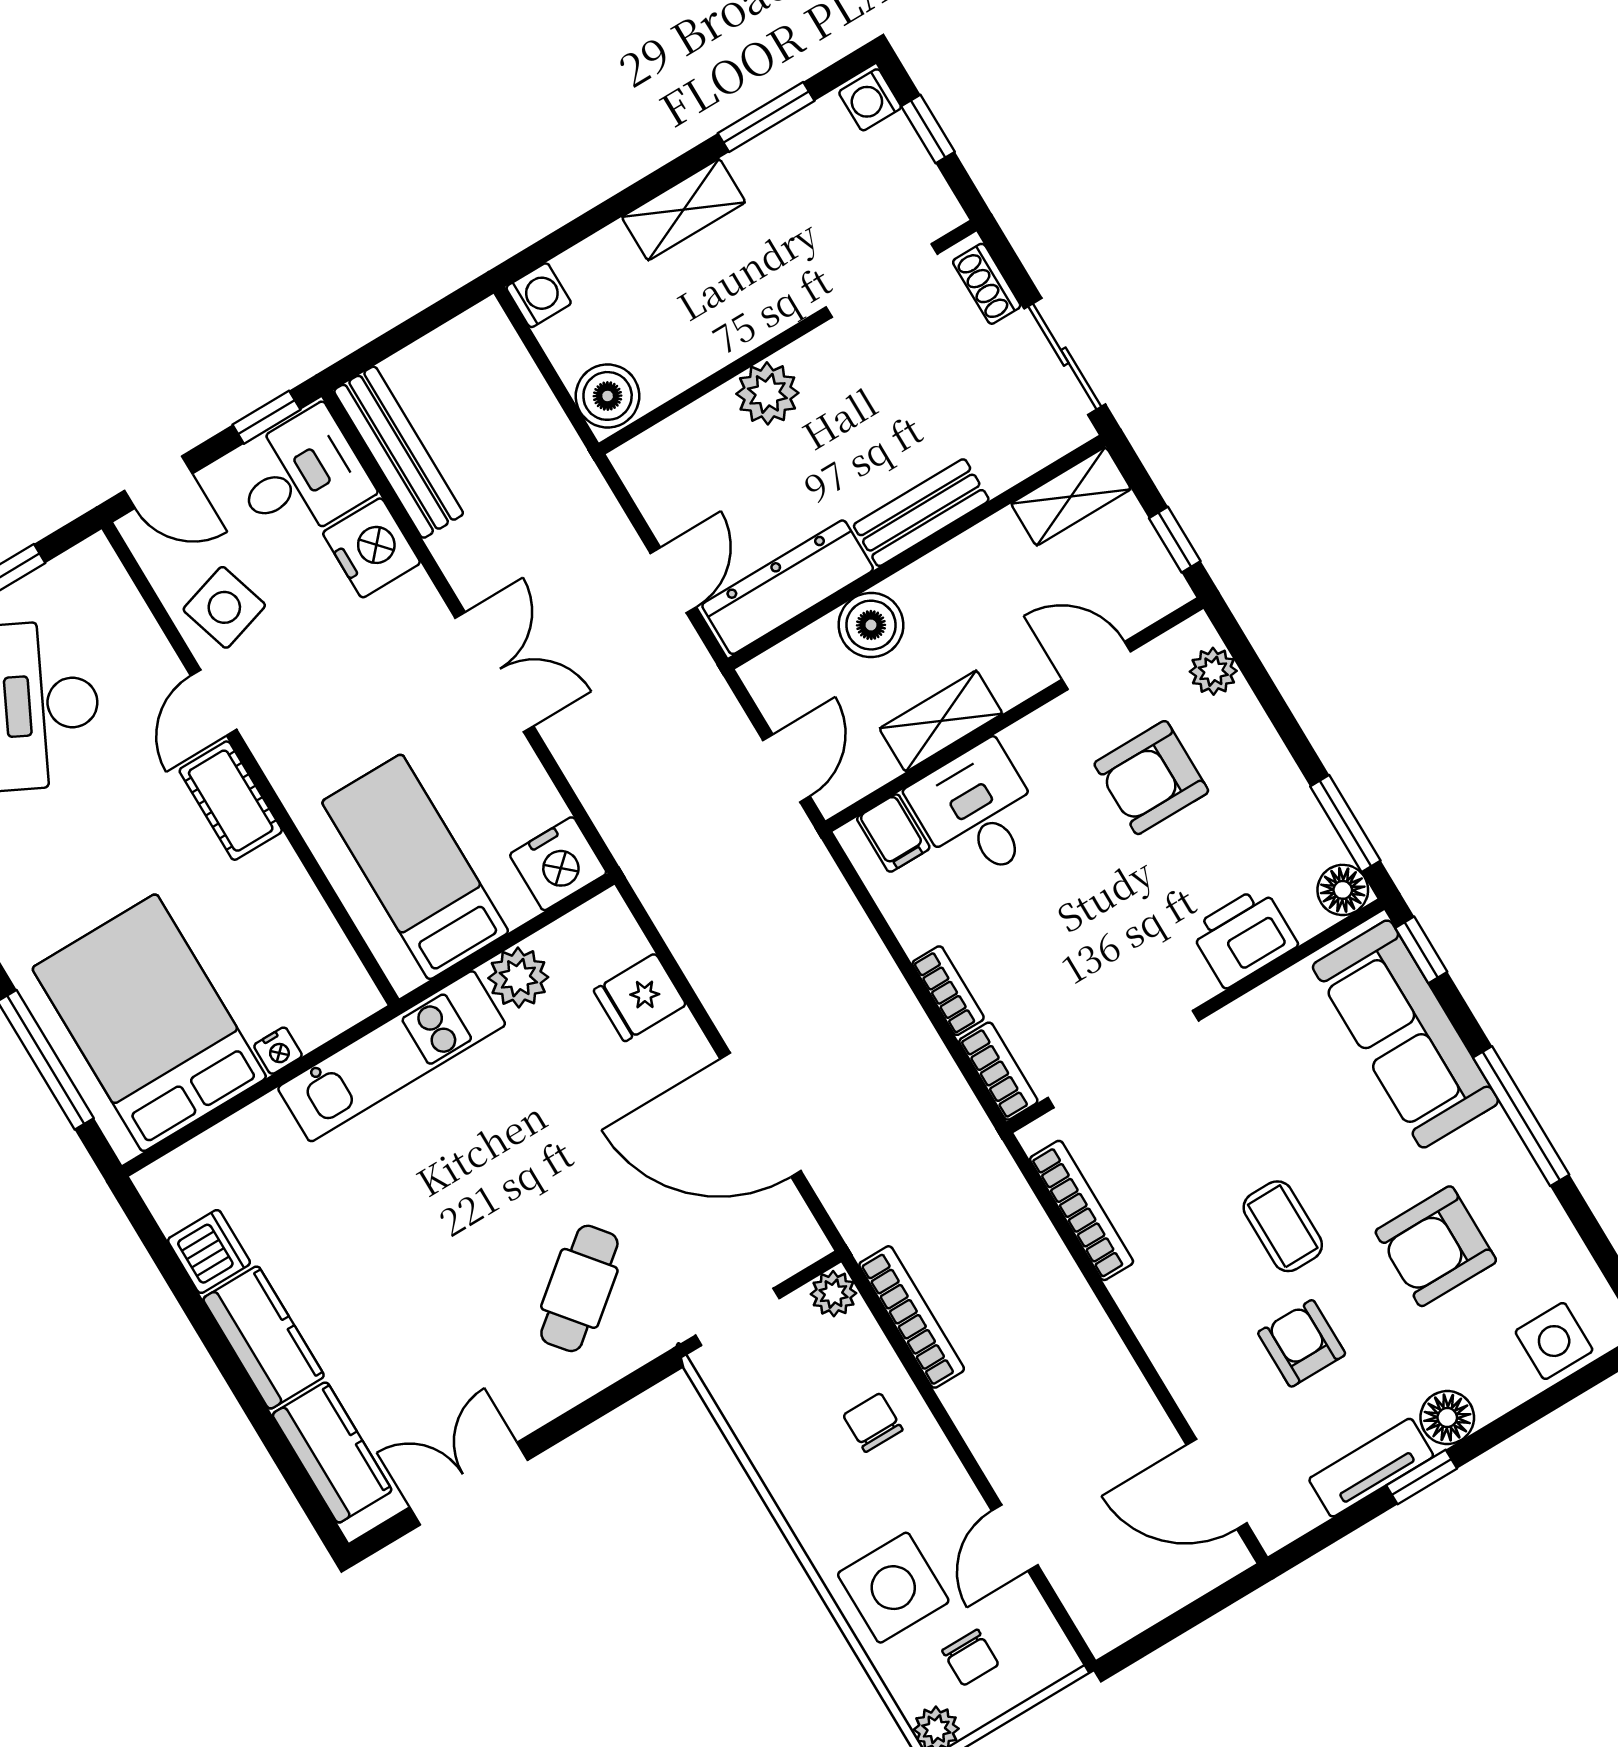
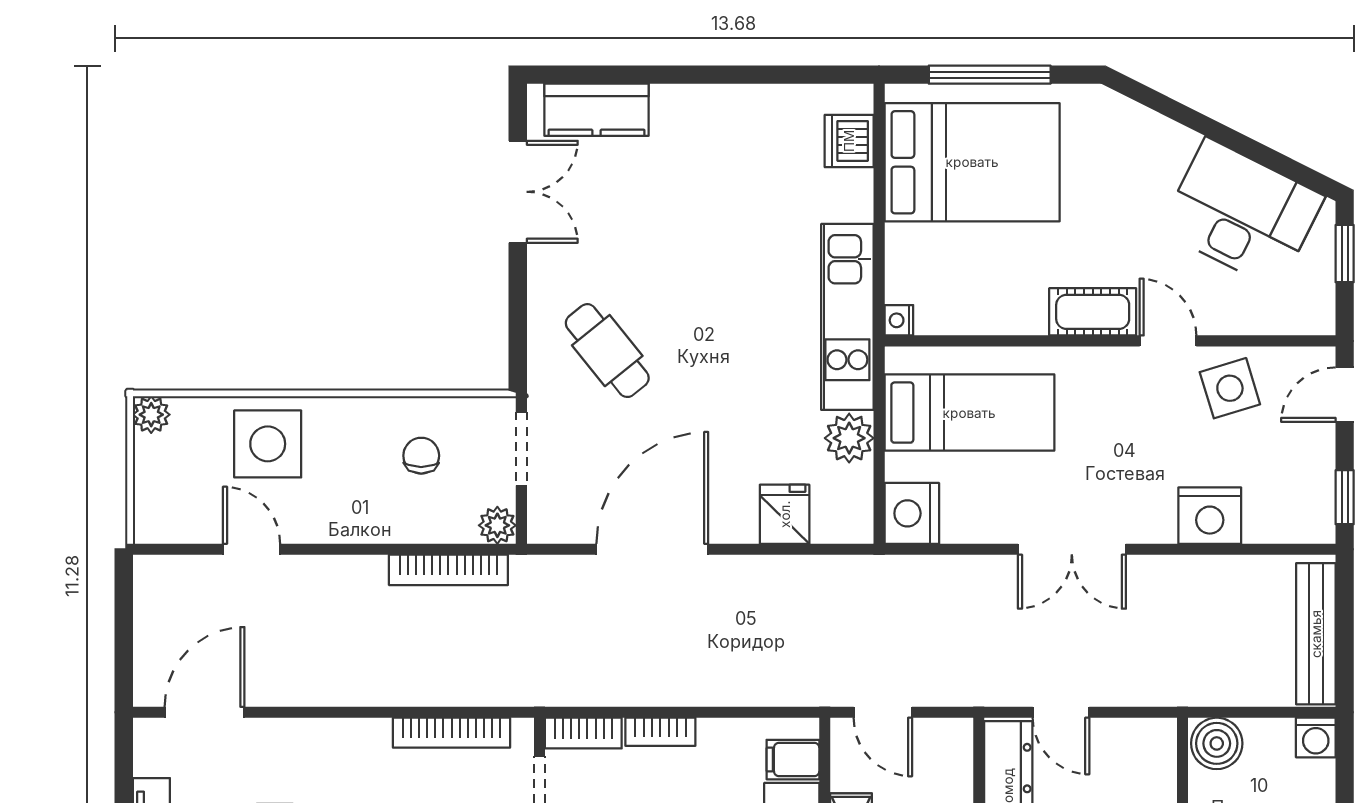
bench: (399, 452) -> (1316, 634), moved, turned 90
desk: (301, 477) -> (1289, 496), removed
nightstand: (278, 1051) -> (899, 320), moved
dishwasher: (209, 1251) -> (849, 141), moved, turned 90
kitchen counter: (264, 1337) -> (705, 110), removed
chair: (873, 1423) -> (421, 456), moved, turned -90
chair: (970, 1658) -> (187, 468), removed

